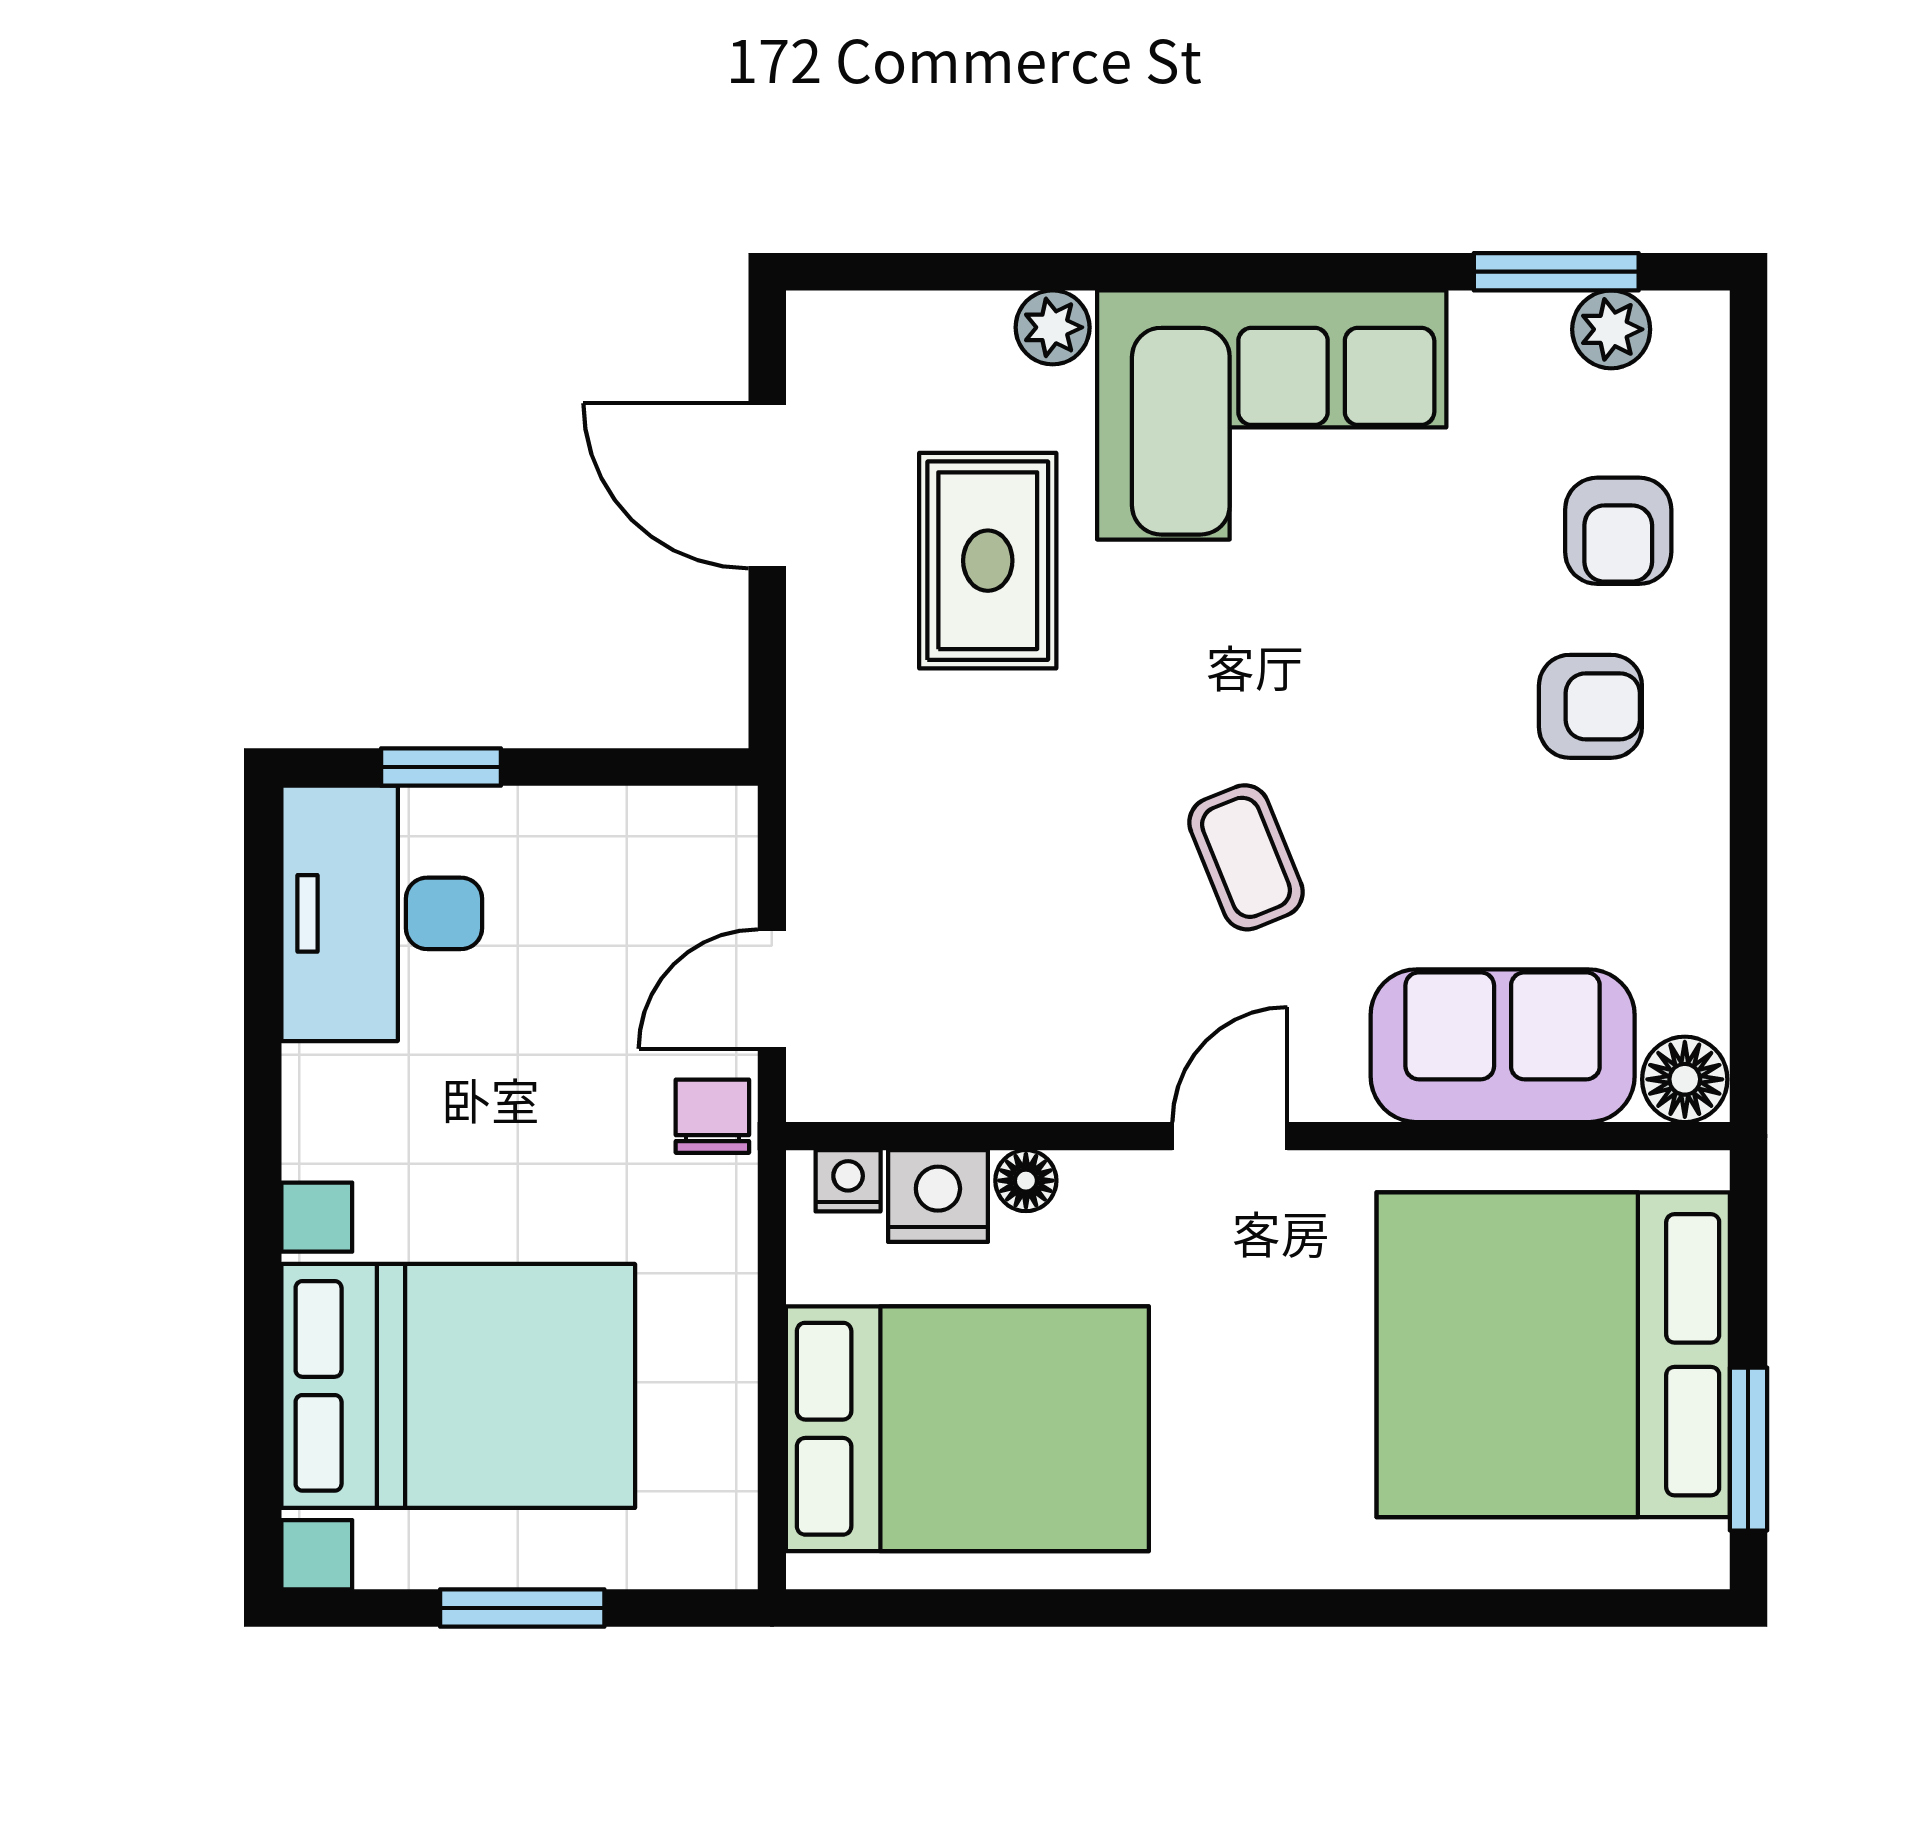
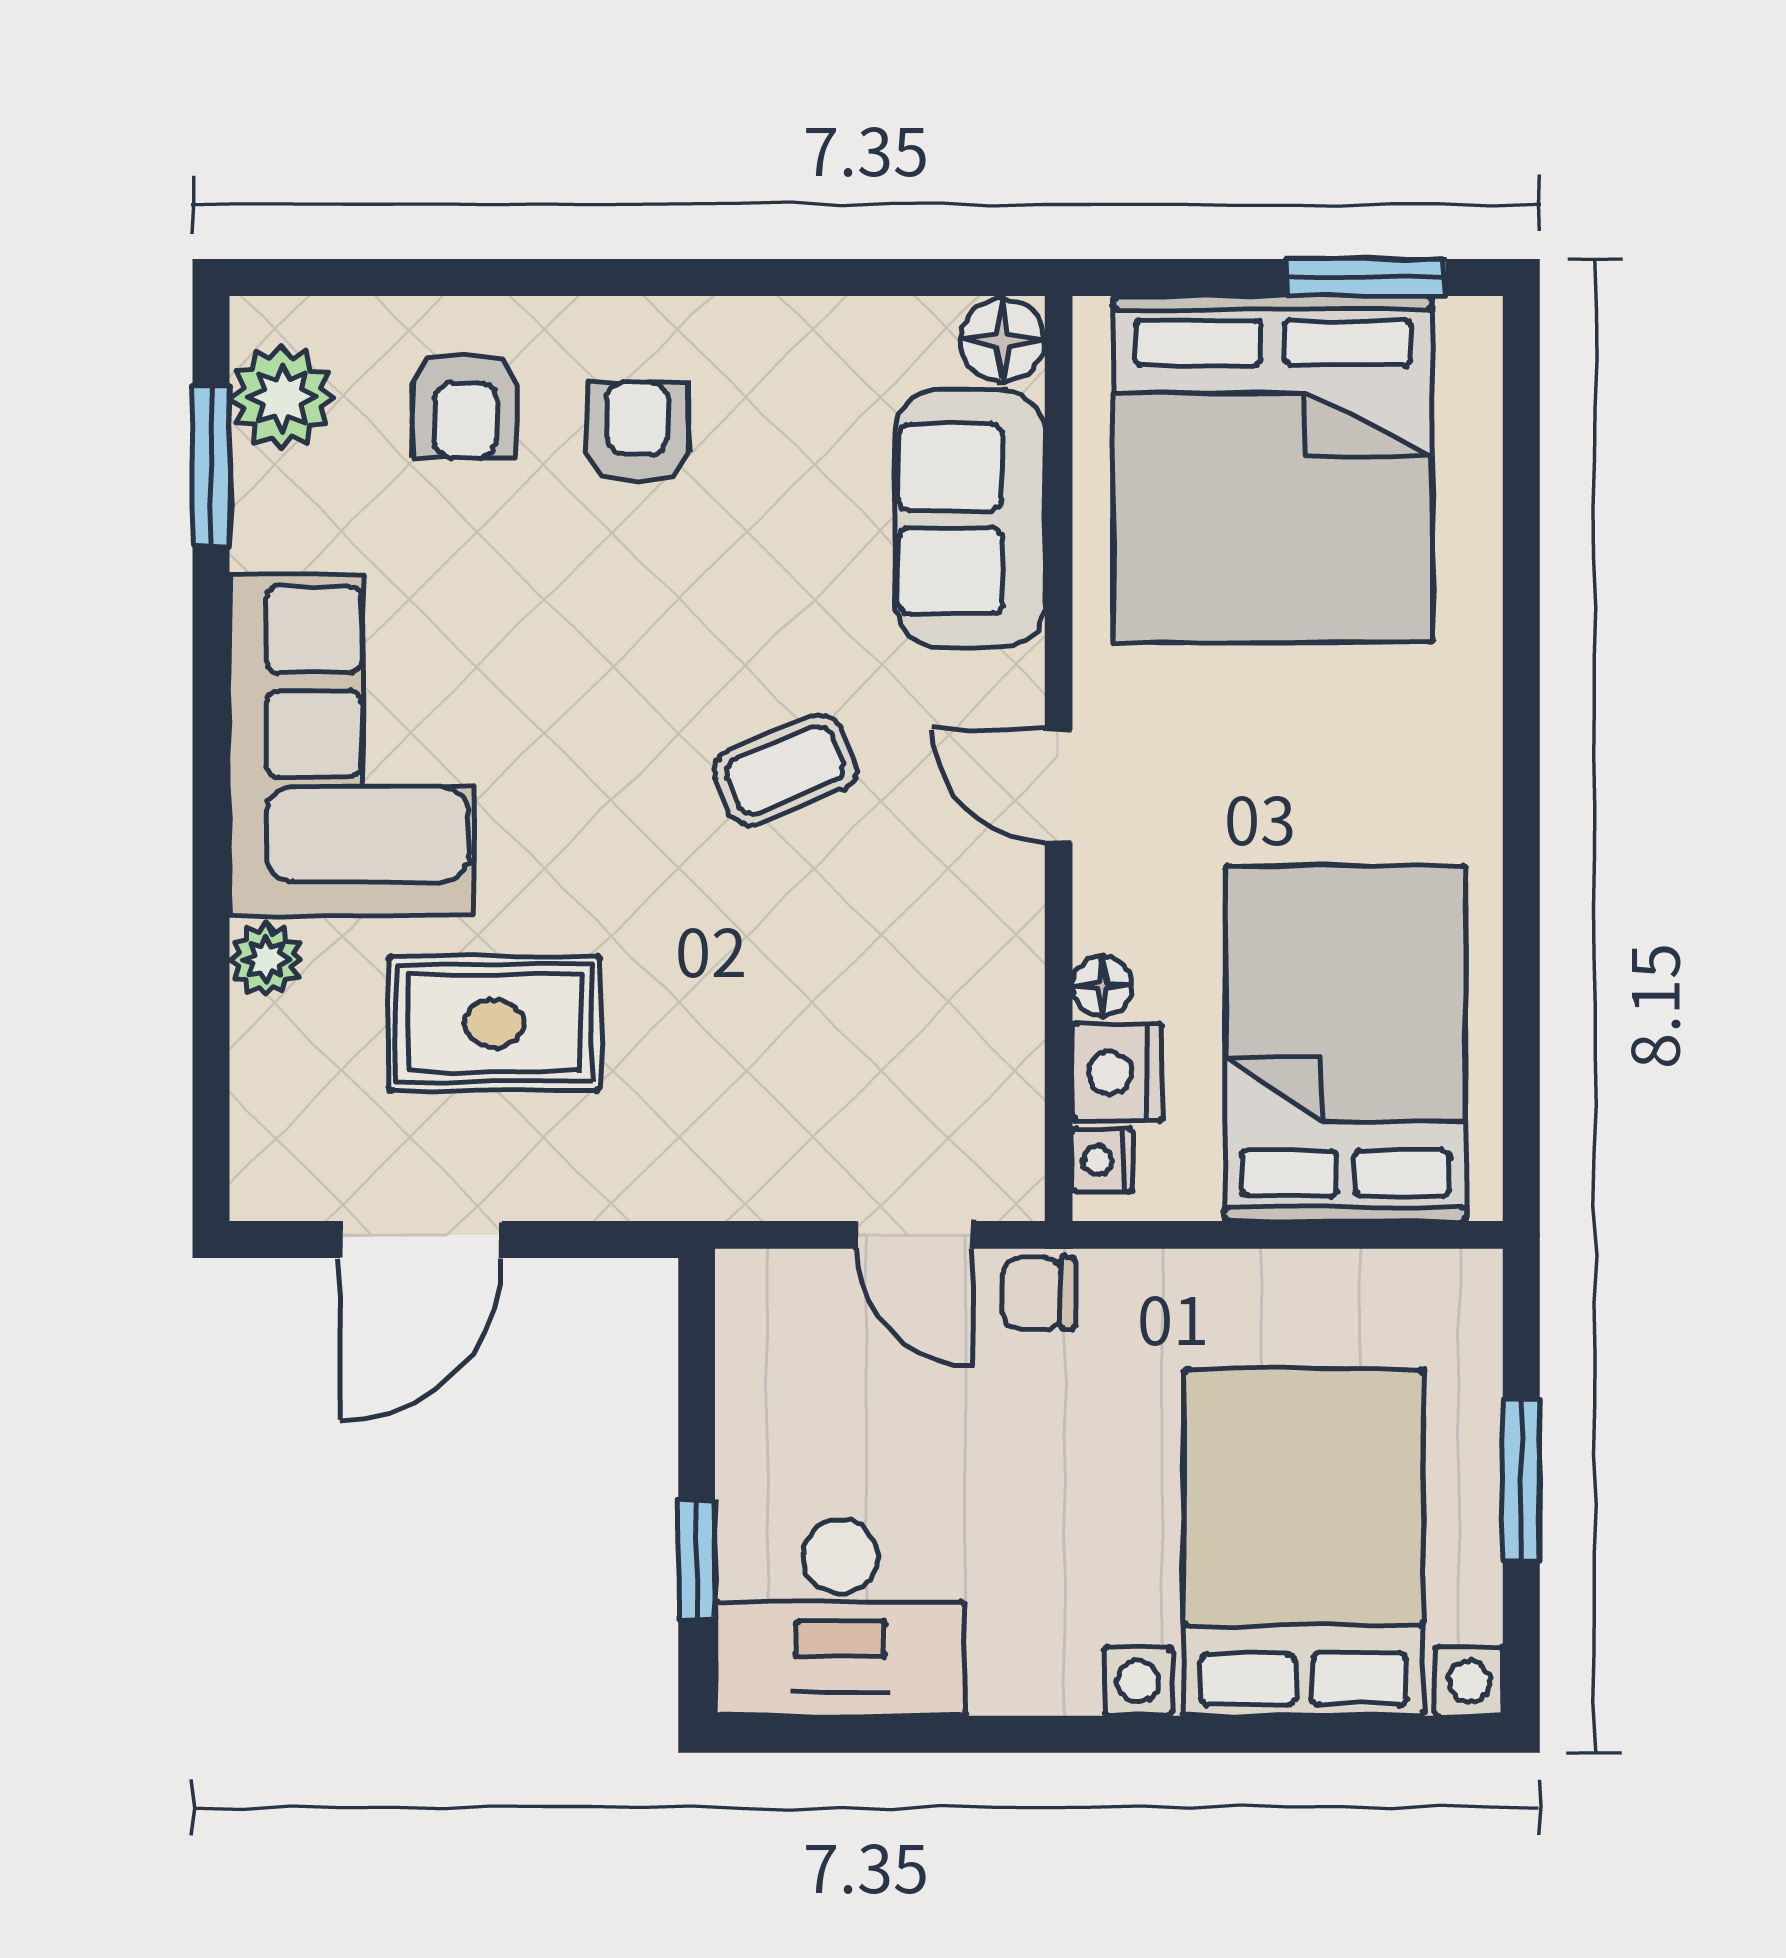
plant: (1611, 329) -> (282, 398), width x1.38, depth x1.38
armchair: (1618, 531) -> (465, 405), turned 90

